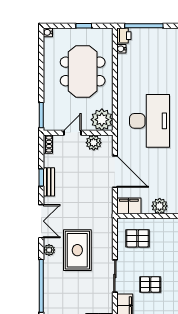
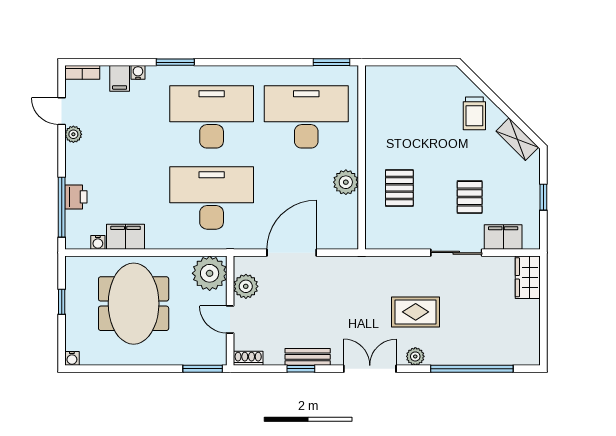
printer: (124, 36) -> (76, 197), moved, turned 90
meeting table: (83, 71) -> (134, 304), turned 90
filing cabinet: (129, 206) -> (126, 237), moved, turned 90
pallet: (138, 238) -> (399, 188), moved
rug: (77, 250) -> (416, 312), width x0.73, depth x0.70

